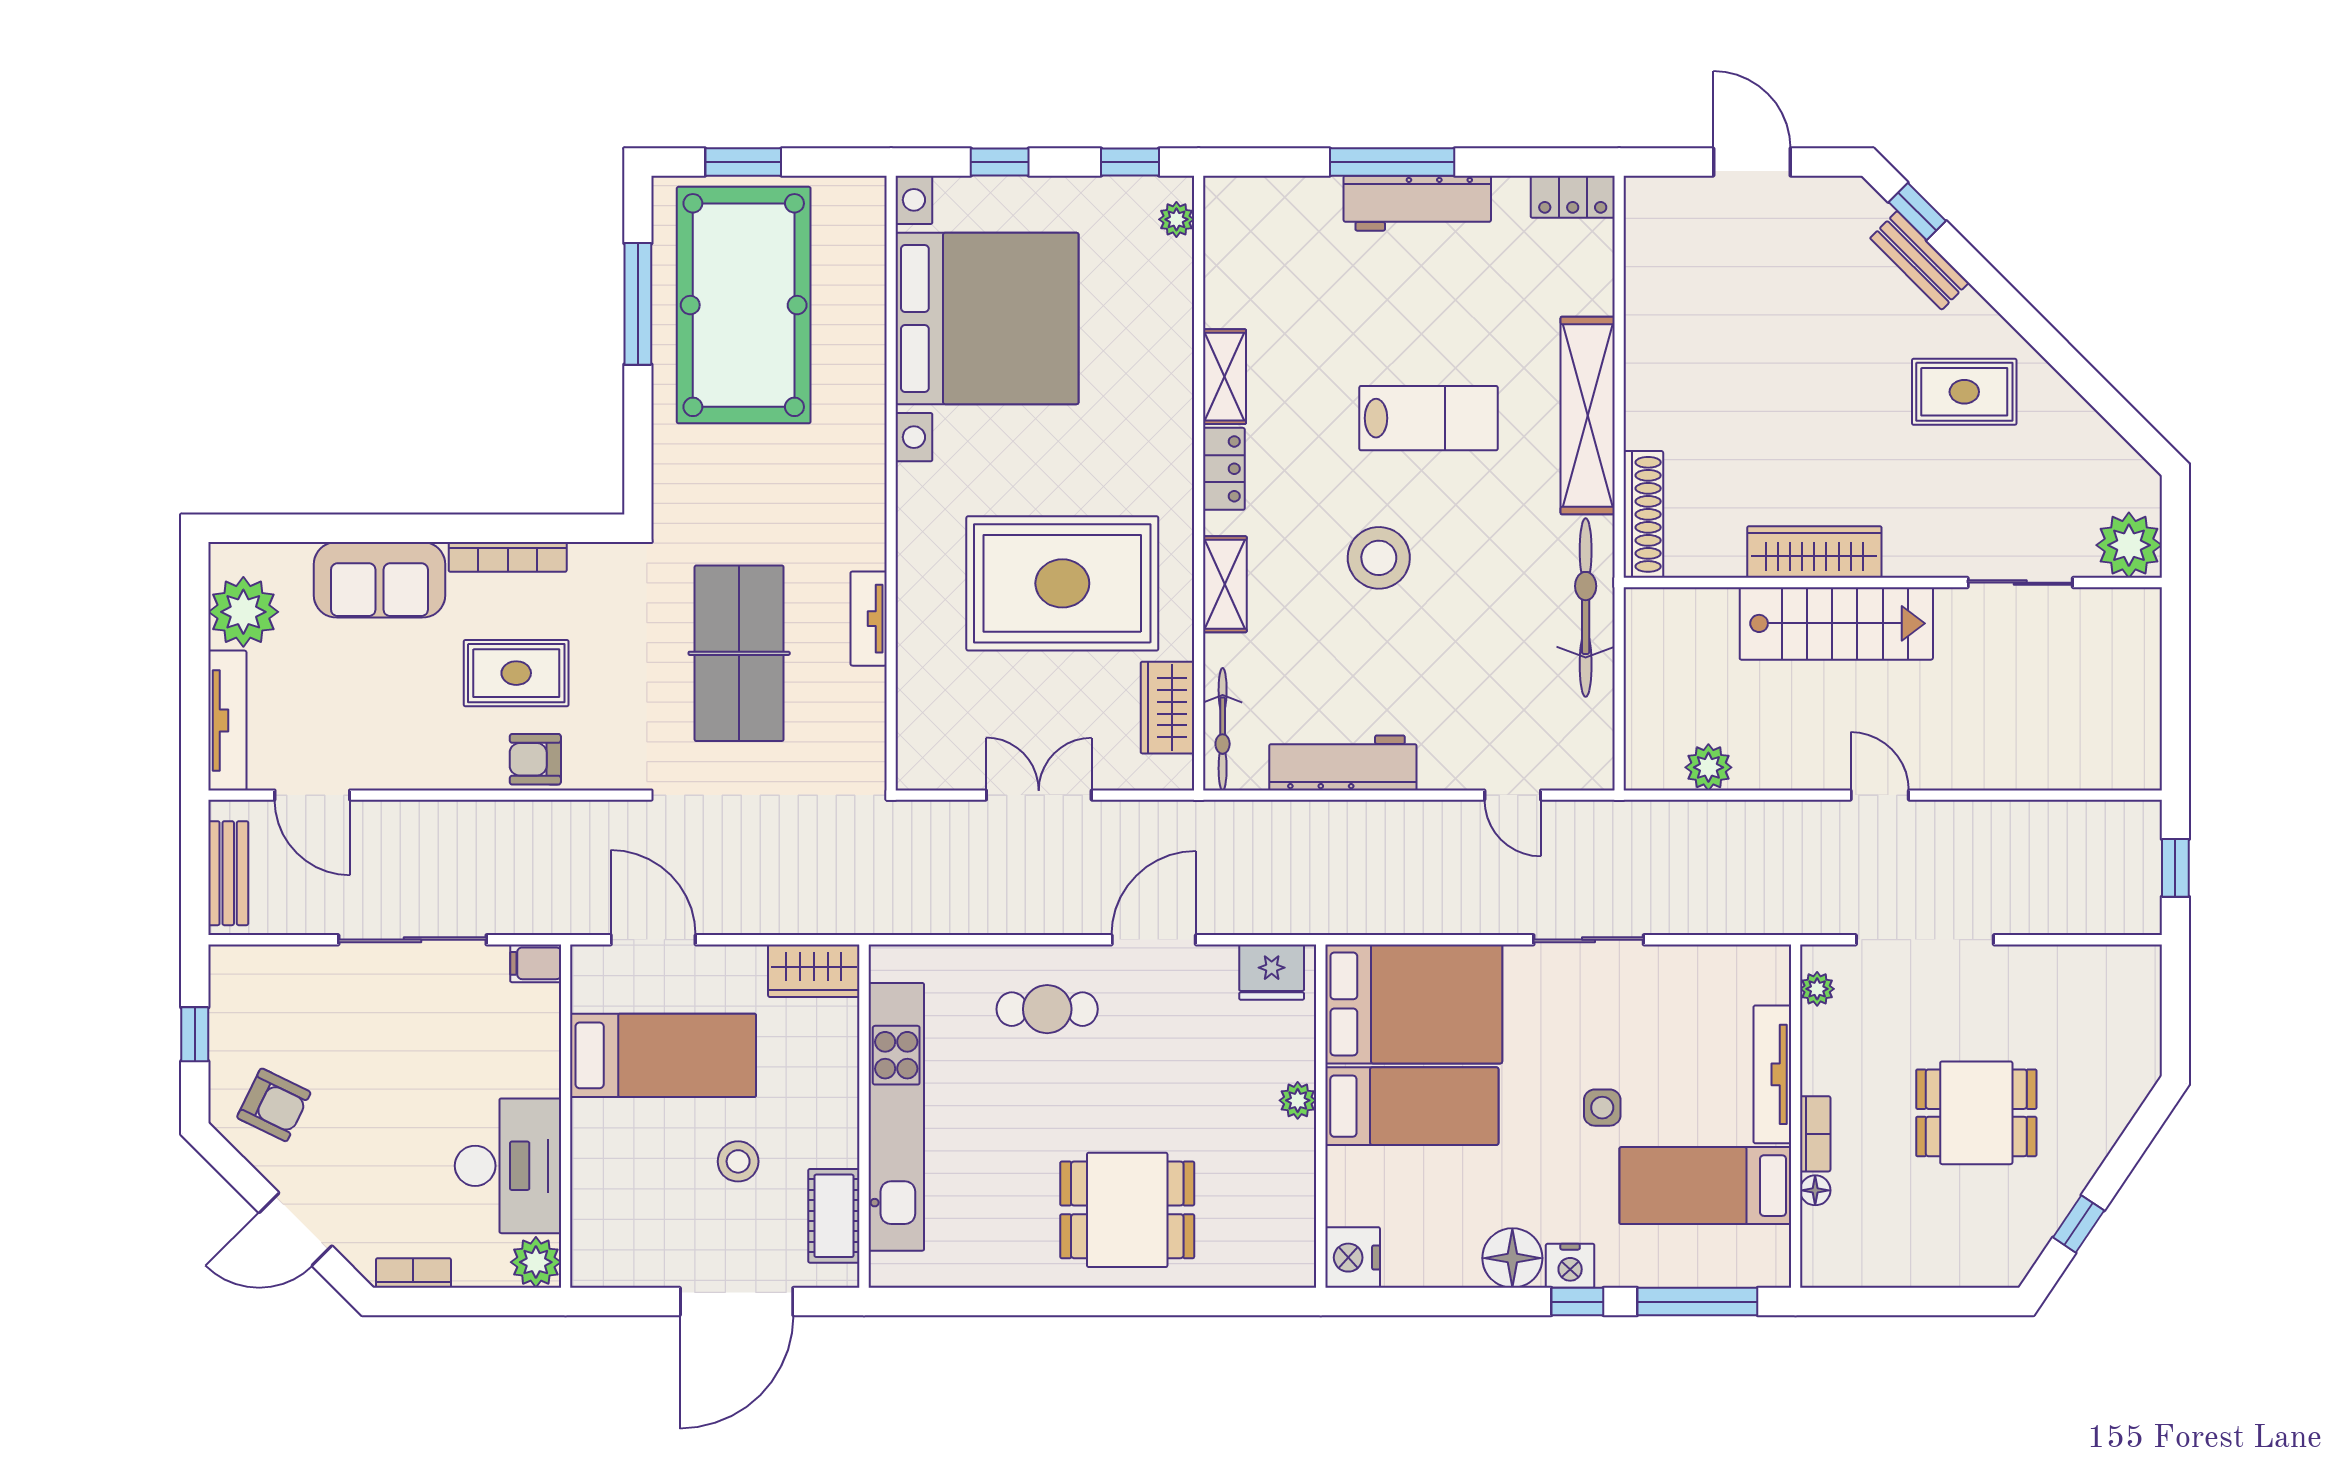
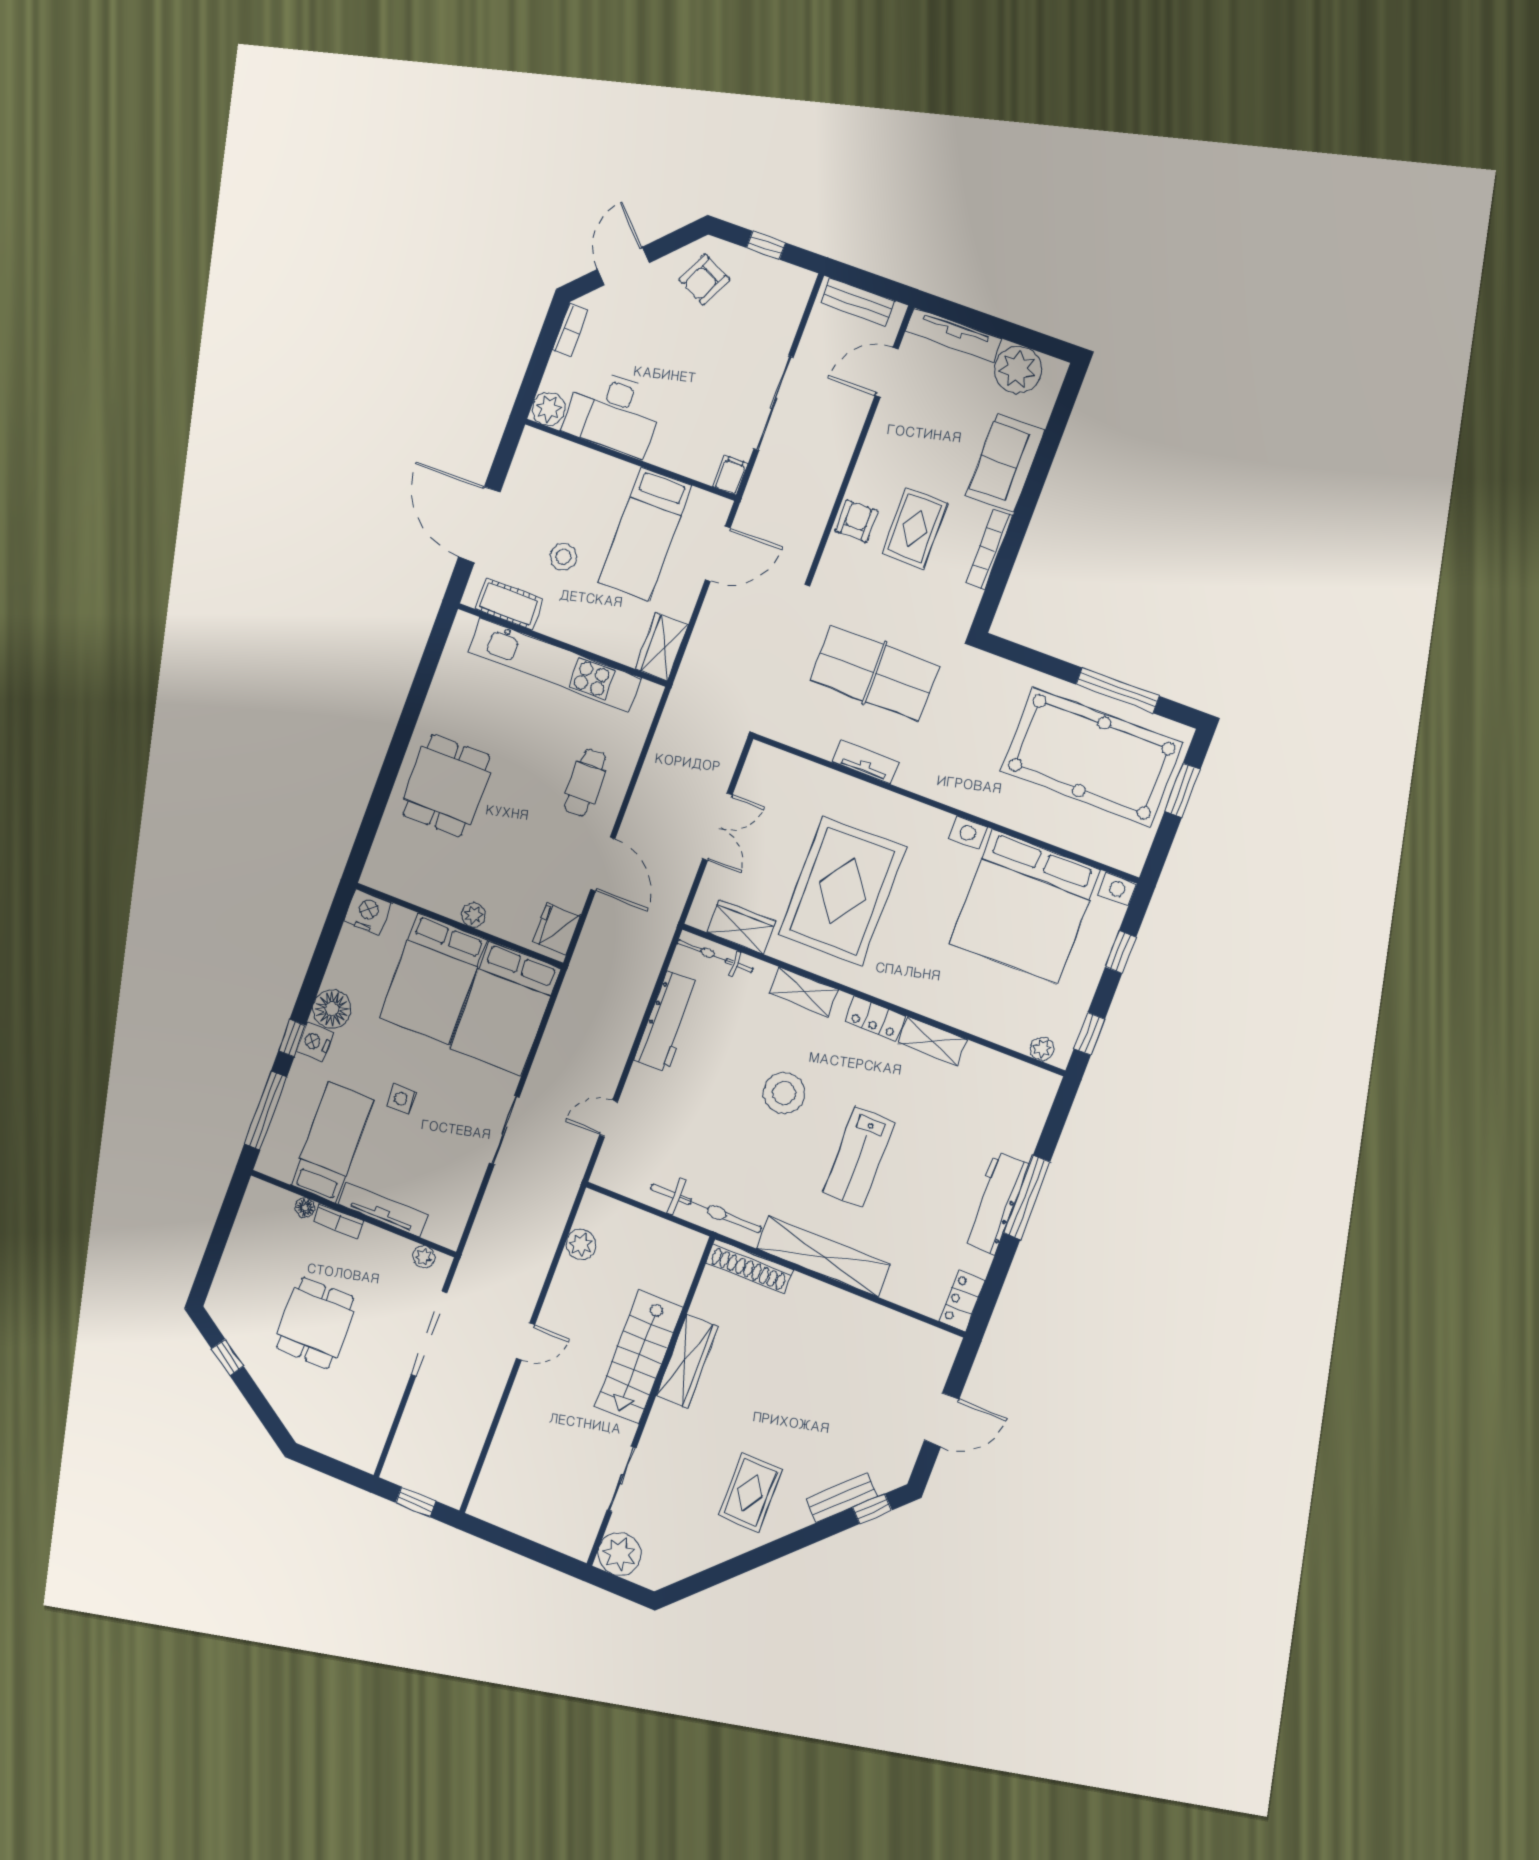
bed: (1412, 1106) -> (433, 979), width x1.50

